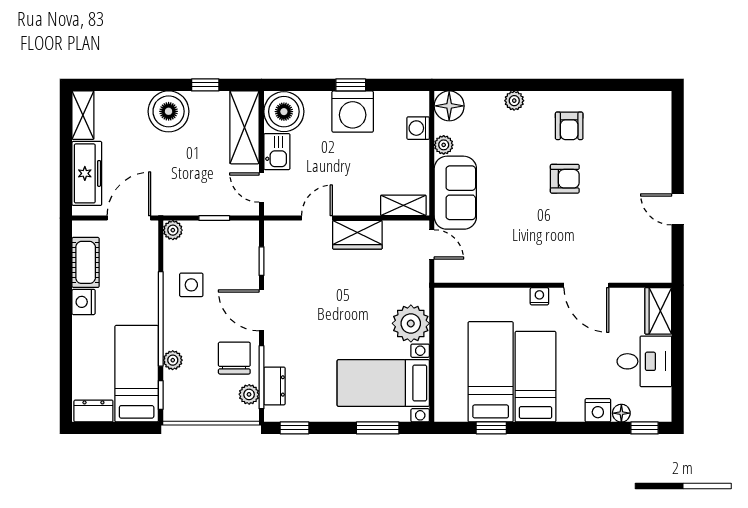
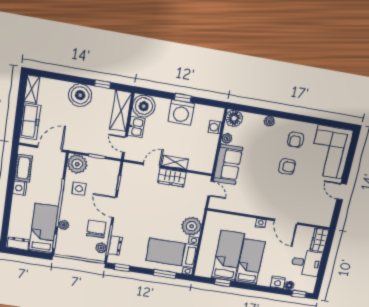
corner sofa: (638, 138) -> (330, 152), added
shelving: (403, 205) -> (175, 162), moved
plant: (173, 230) -> (77, 164), width x1.87, depth x1.87

